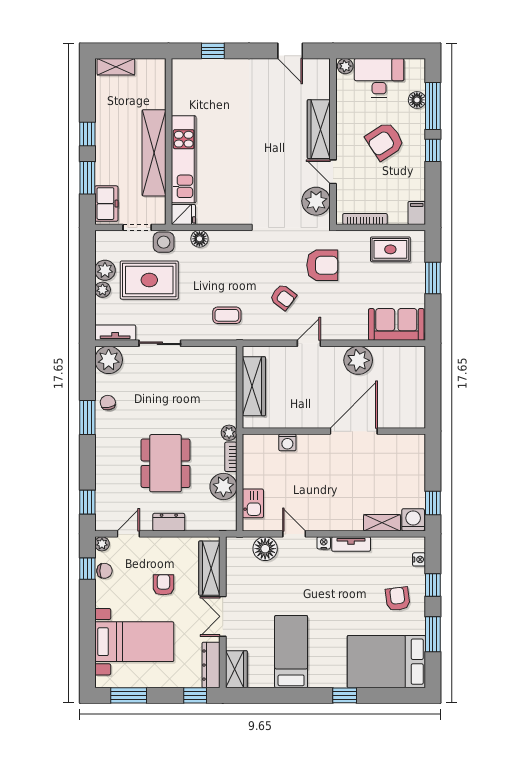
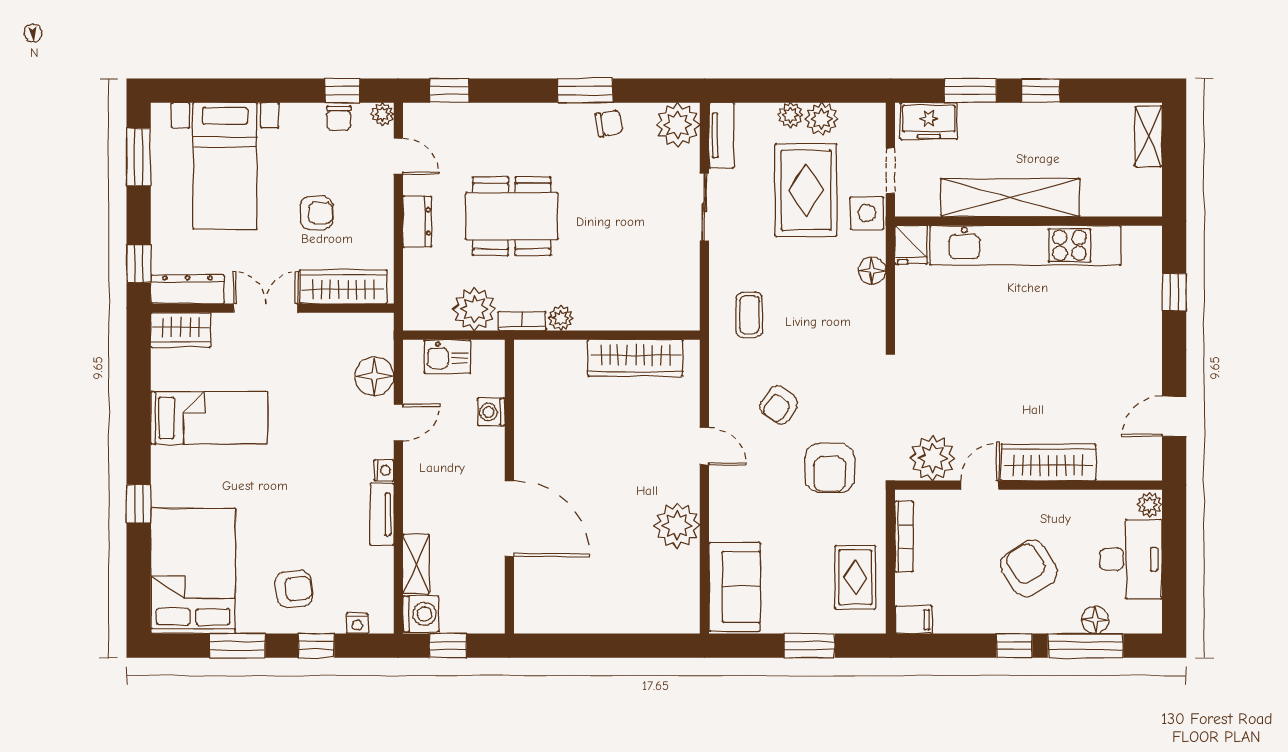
kitchen unit: (184, 159) -> (1025, 245), width x1.36
wall: (334, 431) -> (509, 487), moved
door: (354, 431) -> (509, 518), moved
washing machine: (287, 442) -> (491, 412), moved

